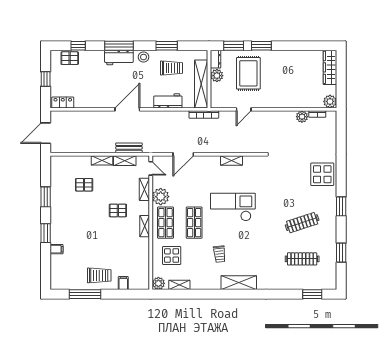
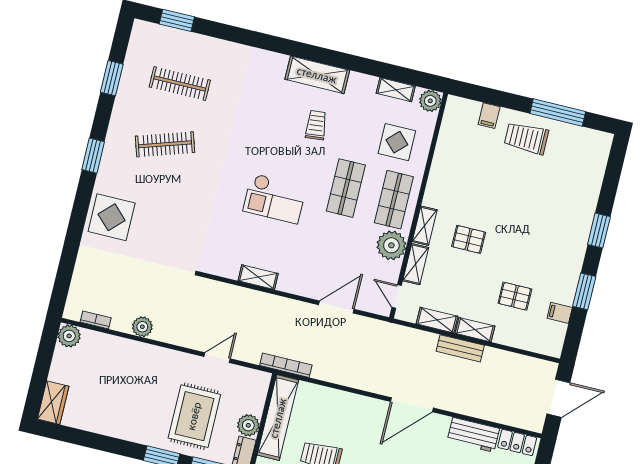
wardrobe: (330, 67) -> (53, 403), width x0.67
workbench: (168, 101) -> (473, 435), moved
plant: (302, 117) -> (142, 327), moved
bench: (129, 148) -> (460, 348), moved
checkout: (233, 207) -> (275, 199), width x0.73, depth x0.83
shelving: (145, 226) -> (425, 226), moved
filing cabinet: (57, 249) -> (560, 313), moved
shelving: (239, 283) -> (317, 75), moved

